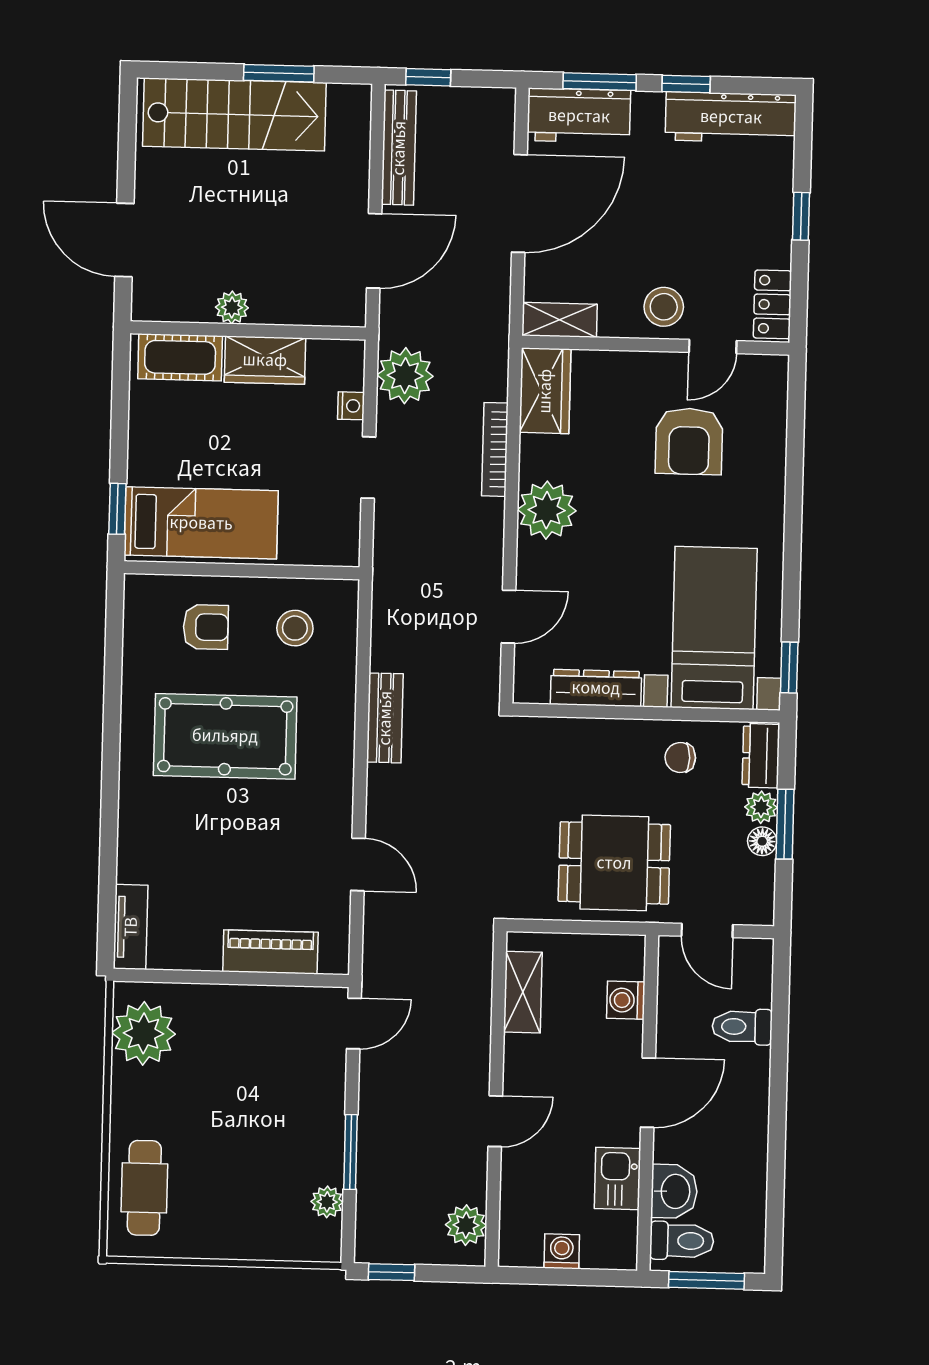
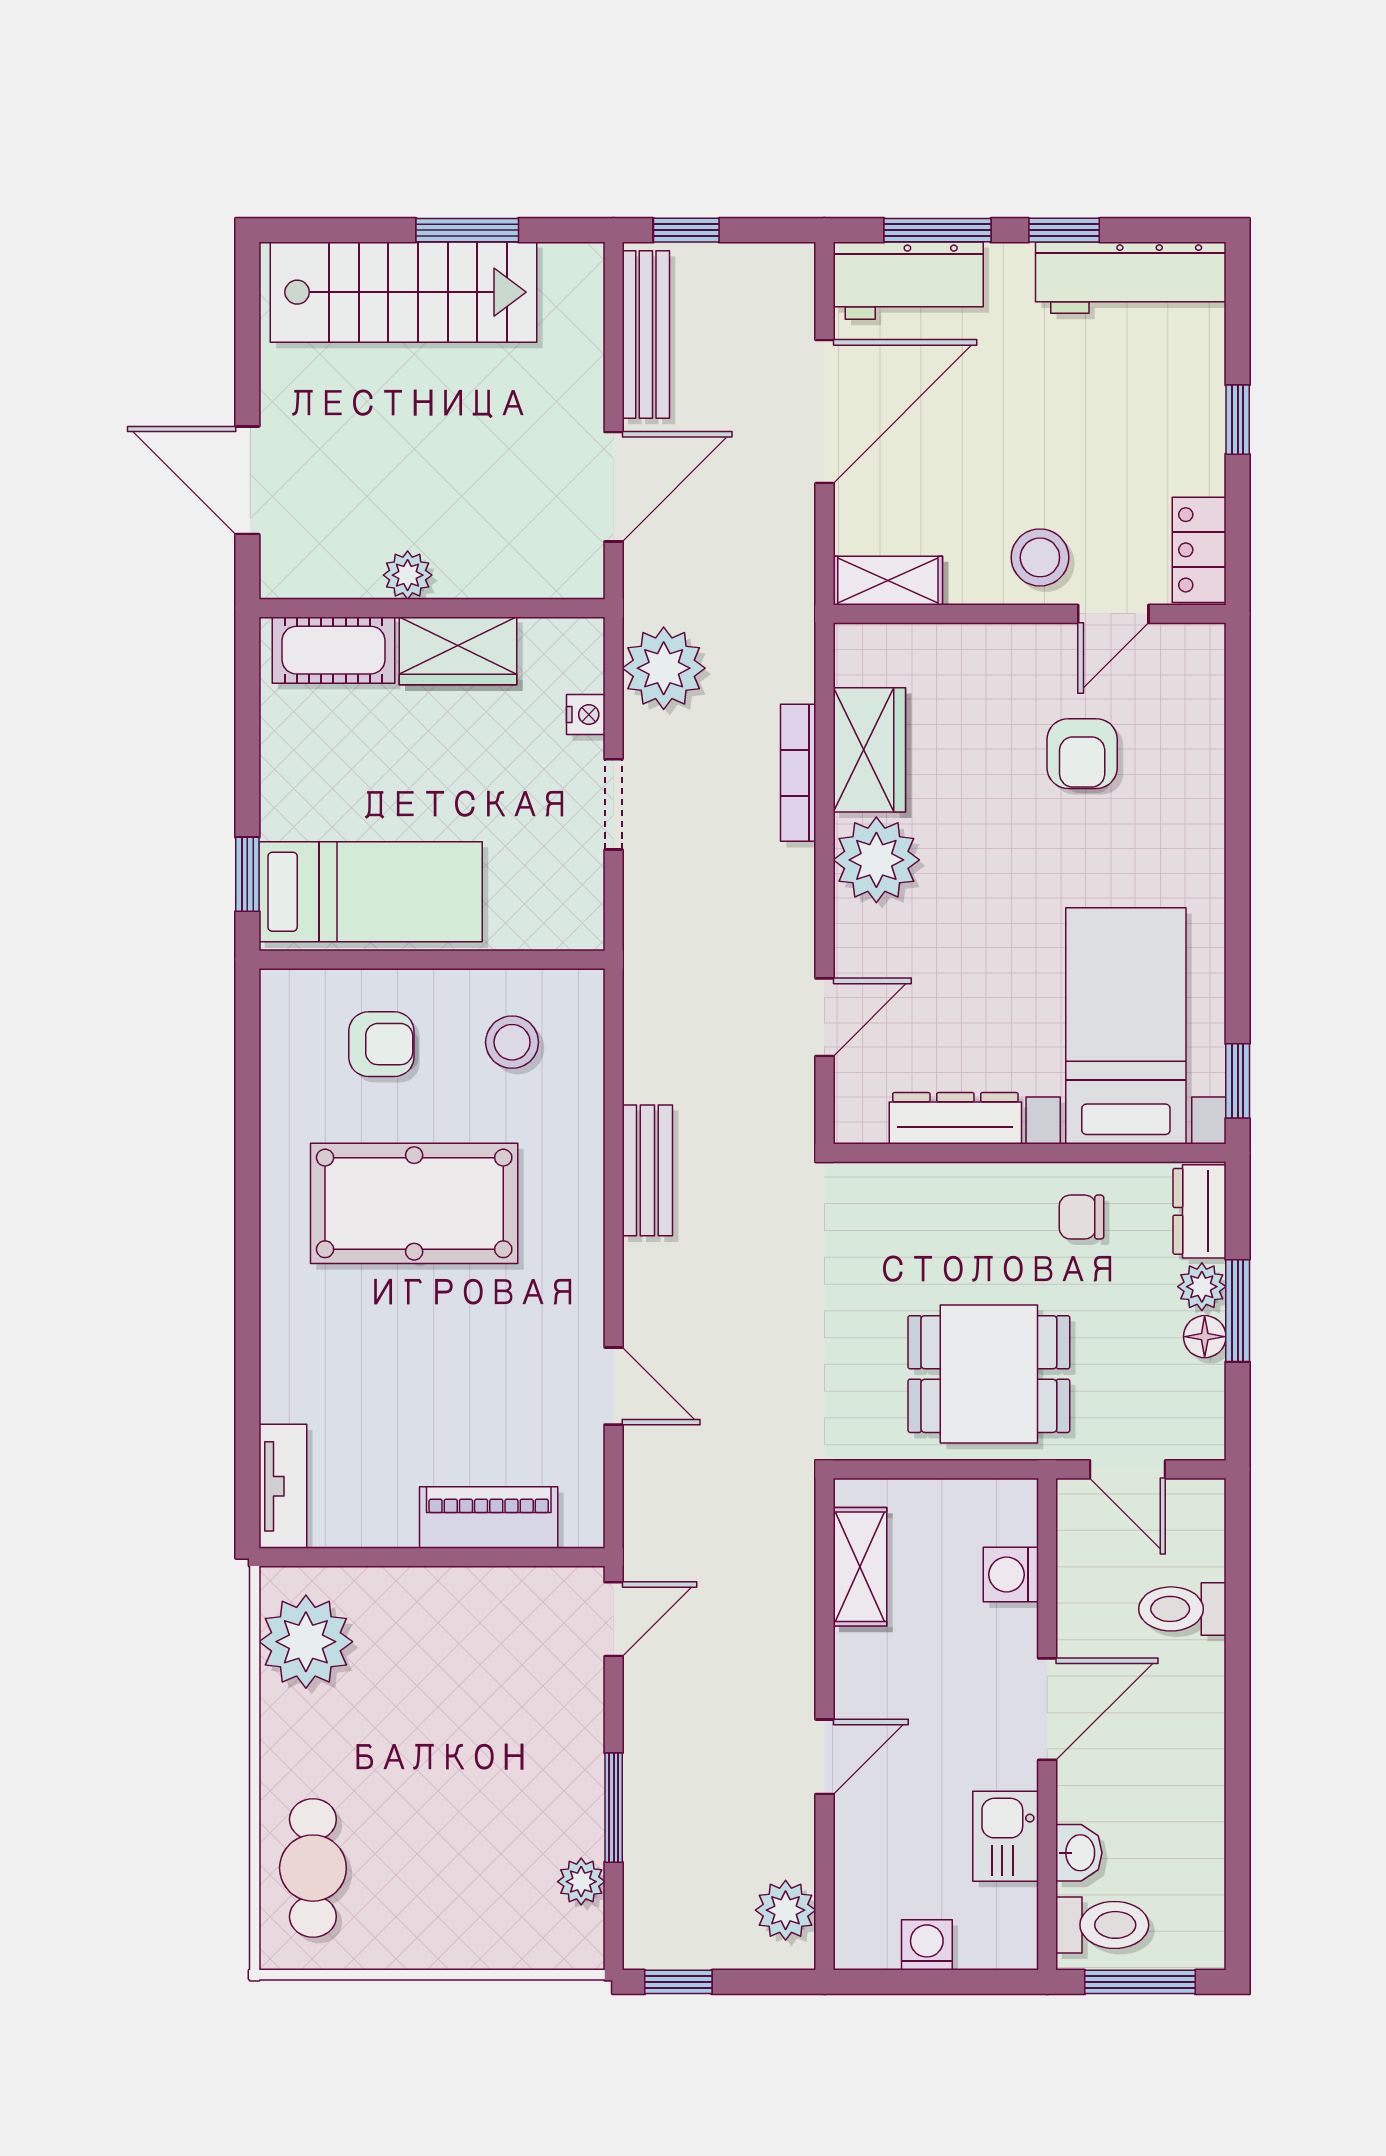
wardrobe: (545, 391) -> (869, 750), moved
armchair: (689, 441) -> (1082, 754), width x0.72, depth x0.72
washbasin: (674, 1191) -> (1079, 1853), width x0.72, depth x0.69

